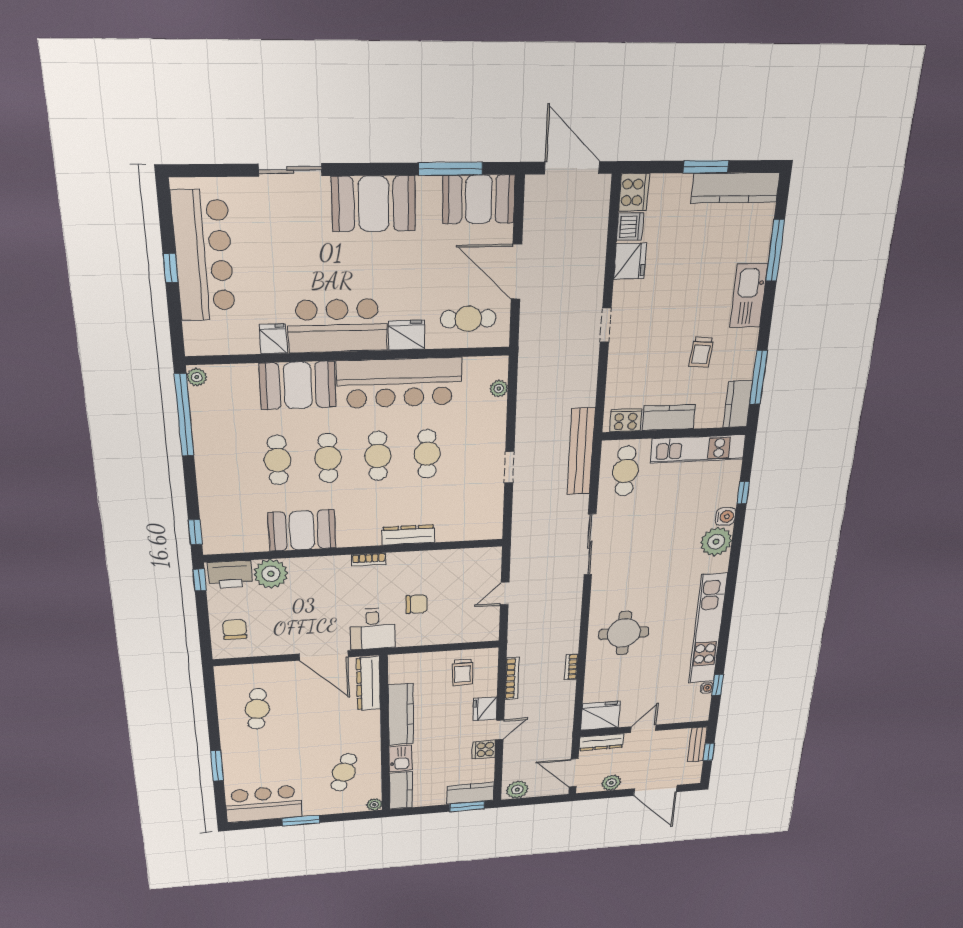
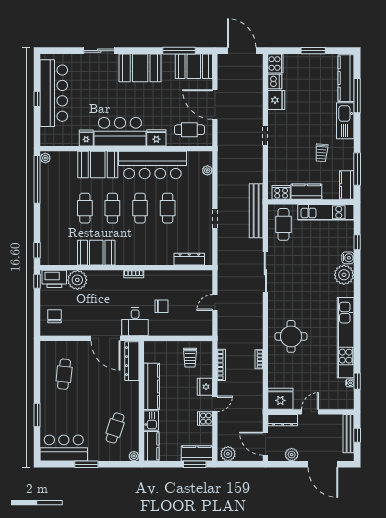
kitchen counter: (735, 188) -> (346, 78), moved, turned 90
dresser: (408, 535) -> (189, 259), moved
bench: (697, 745) -> (349, 434), width x1.36

